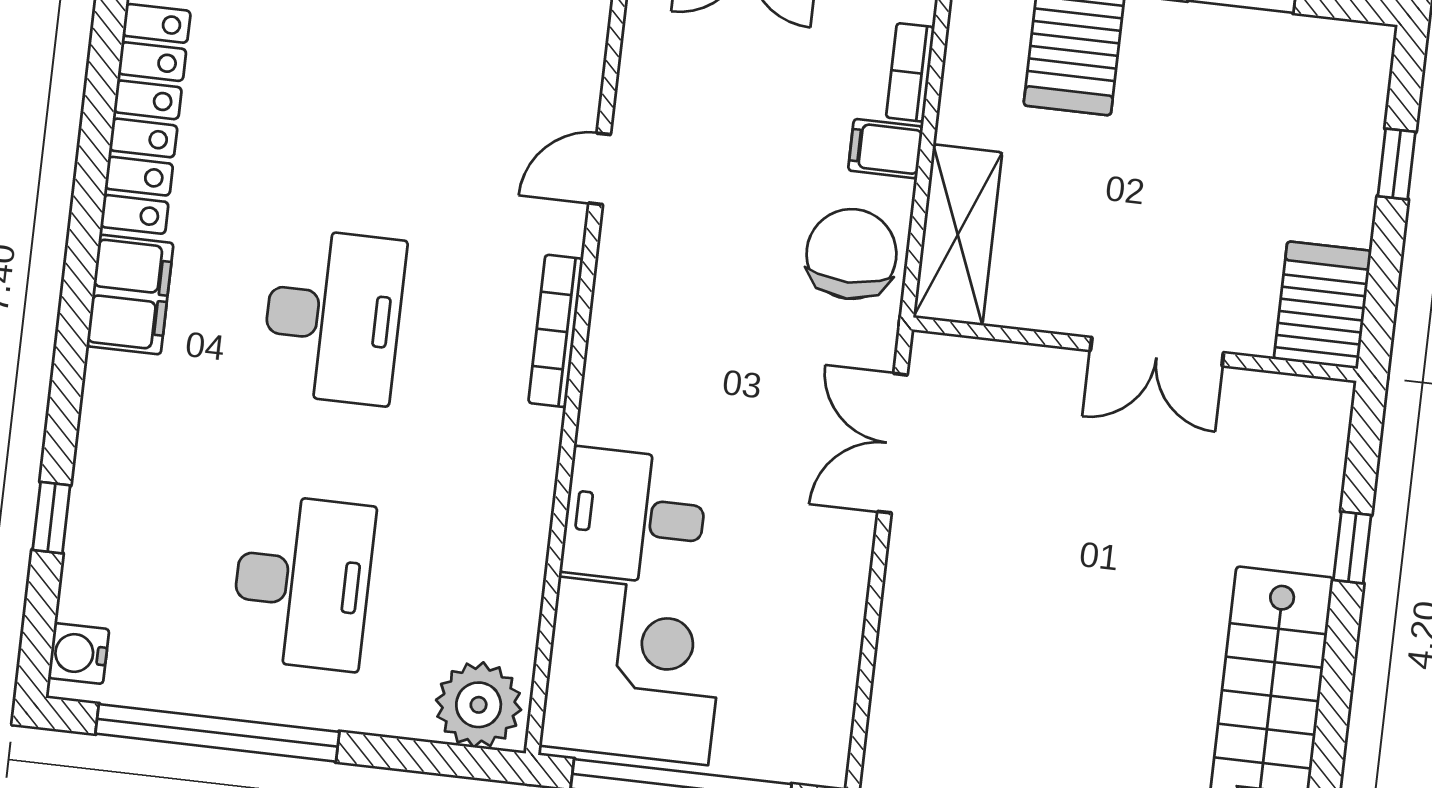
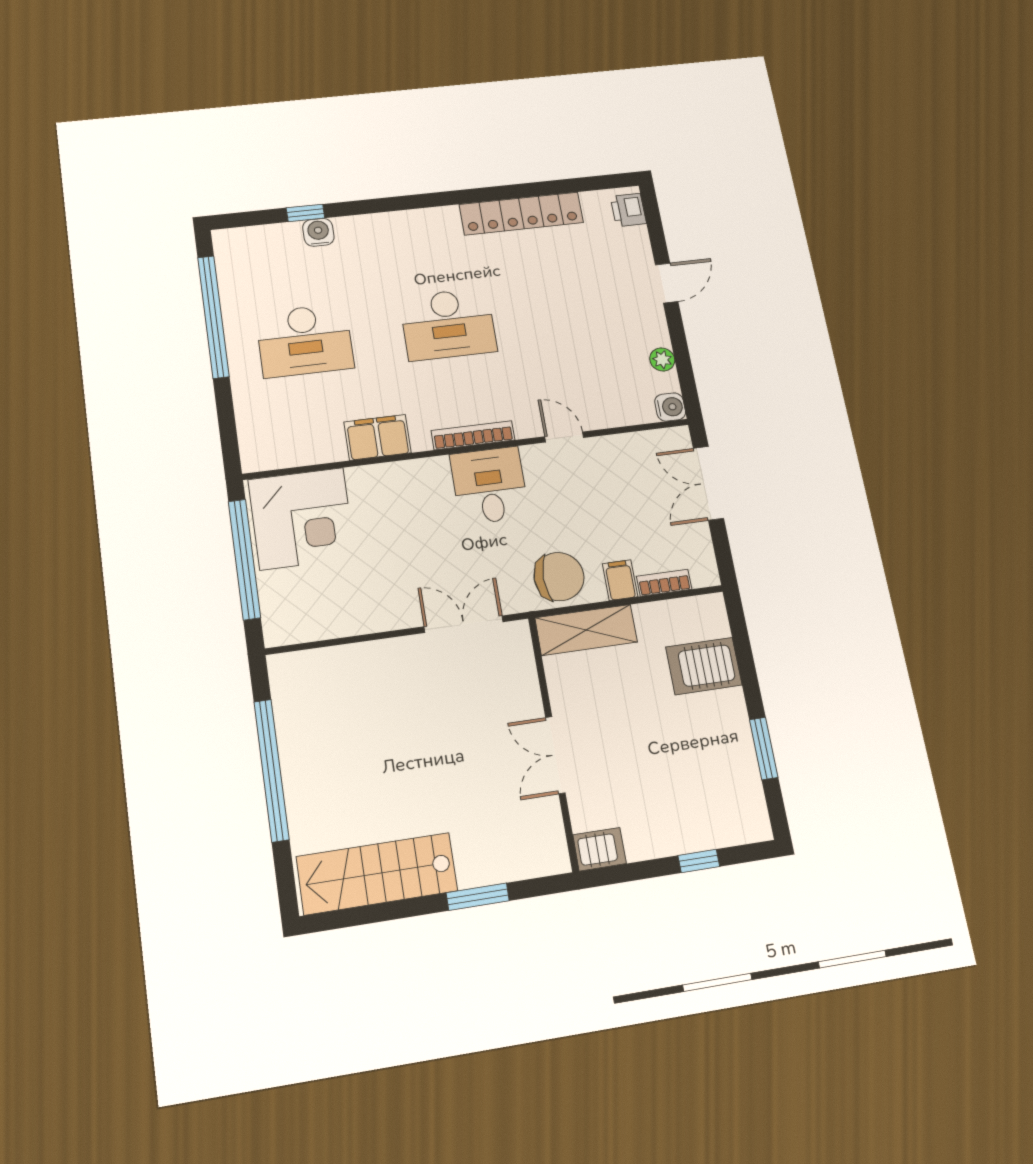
filing cabinet: (130, 295) -> (378, 437), moved, turned 180
server rack: (1323, 305) -> (599, 849), width x0.73, depth x0.70
desk: (634, 516) -> (489, 486), moved
window: (1352, 547) -> (478, 897), width x1.50
water cooler: (79, 653) -> (318, 232), moved
plant: (479, 705) -> (262, 443), removed

